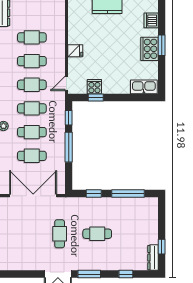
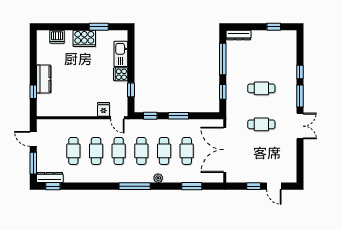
window: (162, 45) -> (99, 27), moved
fridge: (75, 51) -> (104, 109), moved
cooker: (94, 87) -> (121, 74), moved
kitchen sink: (144, 87) -> (121, 54), moved
window: (69, 147) -> (178, 116), width x0.69
cafe table: (97, 234) -> (261, 88), turned 90
dresser: (153, 258) -> (239, 35), moved
window: (126, 274) -> (300, 72), moved

